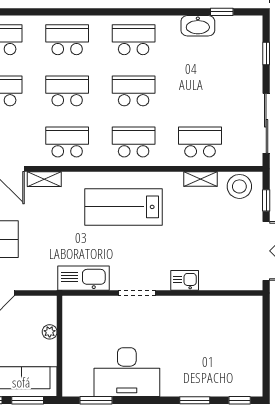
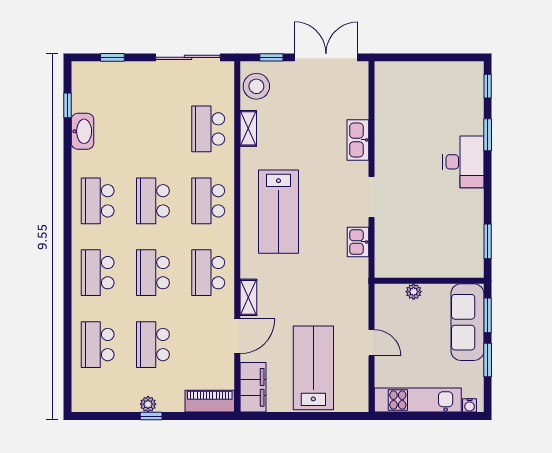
kitchen sink: (84, 278) -> (358, 242), width x0.53, depth x0.81
kitchen sink: (185, 280) -> (358, 140), width x1.38
desk: (127, 372) -> (463, 162), moved, width x0.73, depth x0.77

